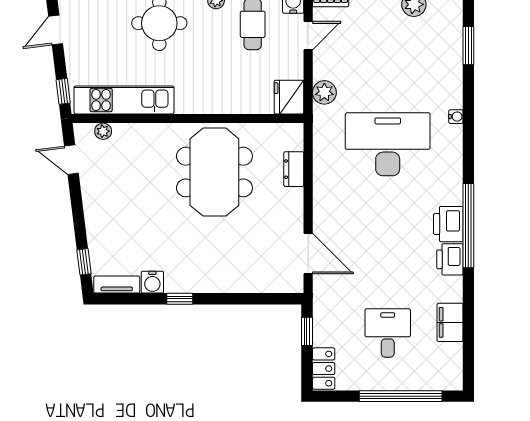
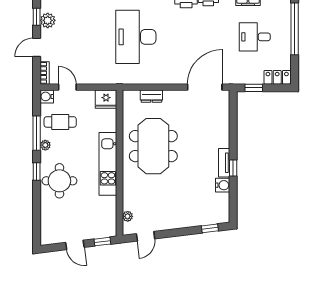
door: (56, 30) -> (75, 245), moved
plant: (324, 92) -> (103, 77), removed
kitchen unit: (124, 100) -> (108, 164), moved
meeting table: (214, 172) -> (153, 146), turned 90
door: (308, 254) -> (205, 87), width x1.36
tv unit: (117, 285) -> (224, 163), moved

